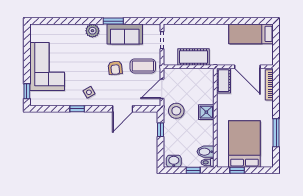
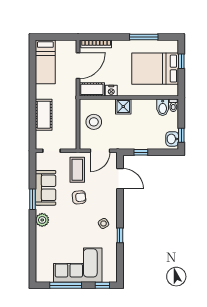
window: (27, 54) -> (66, 285), added
cot: (193, 57) -> (44, 115), moved
door: (162, 89) -> (100, 151), hinge flipped
nightstand: (222, 100) -> (111, 91), added
door: (123, 109) -> (120, 179), moved
stool: (176, 111) -> (94, 122), moved
window: (193, 170) -> (181, 135), moved
window: (237, 170) -> (181, 61), moved

